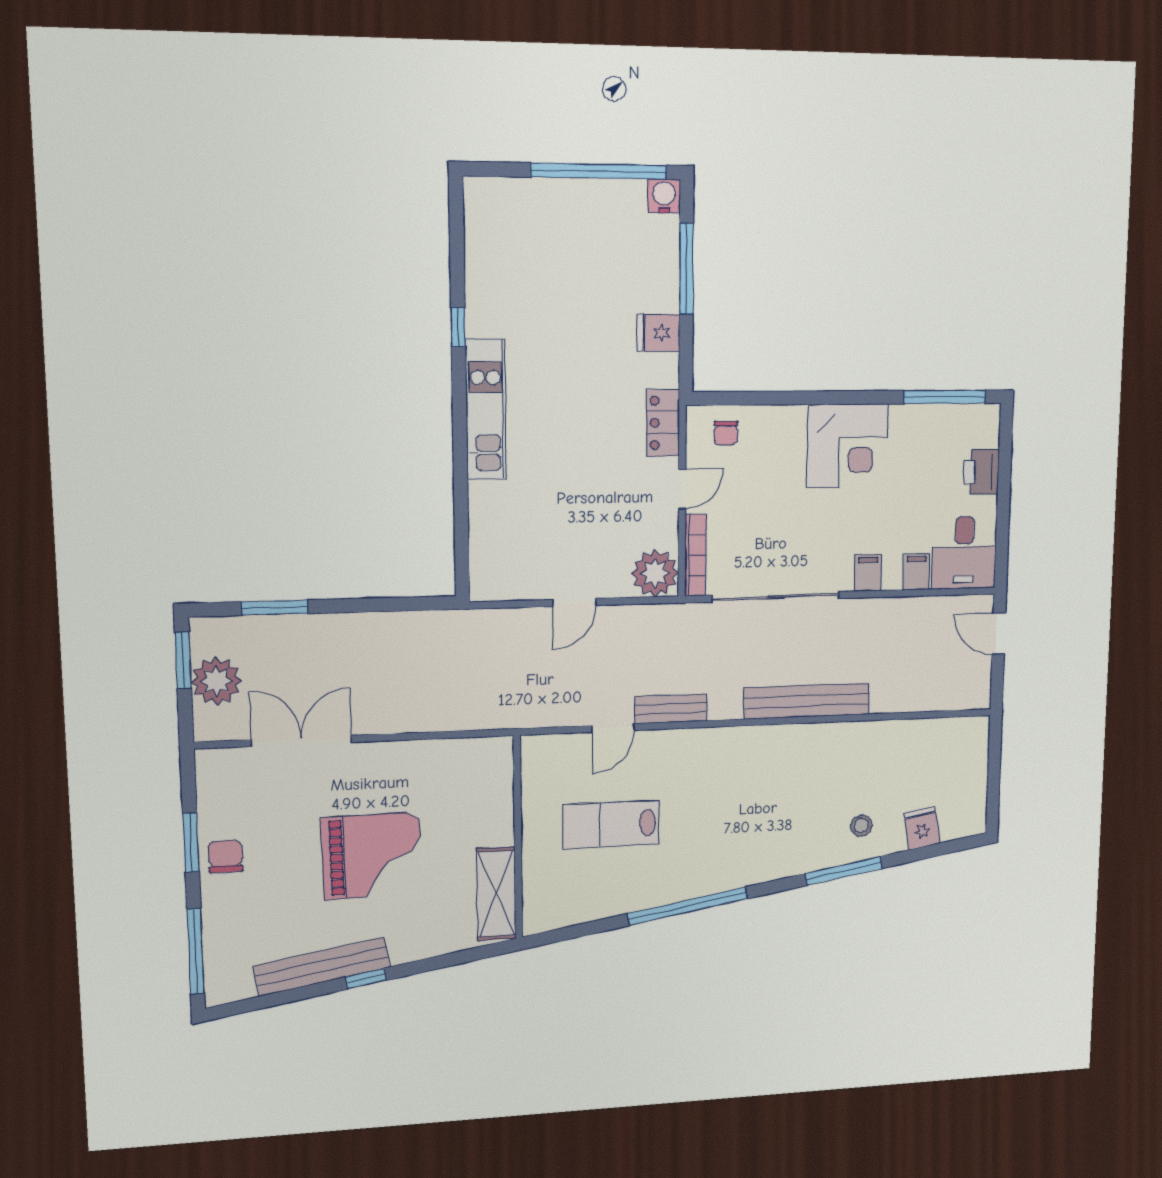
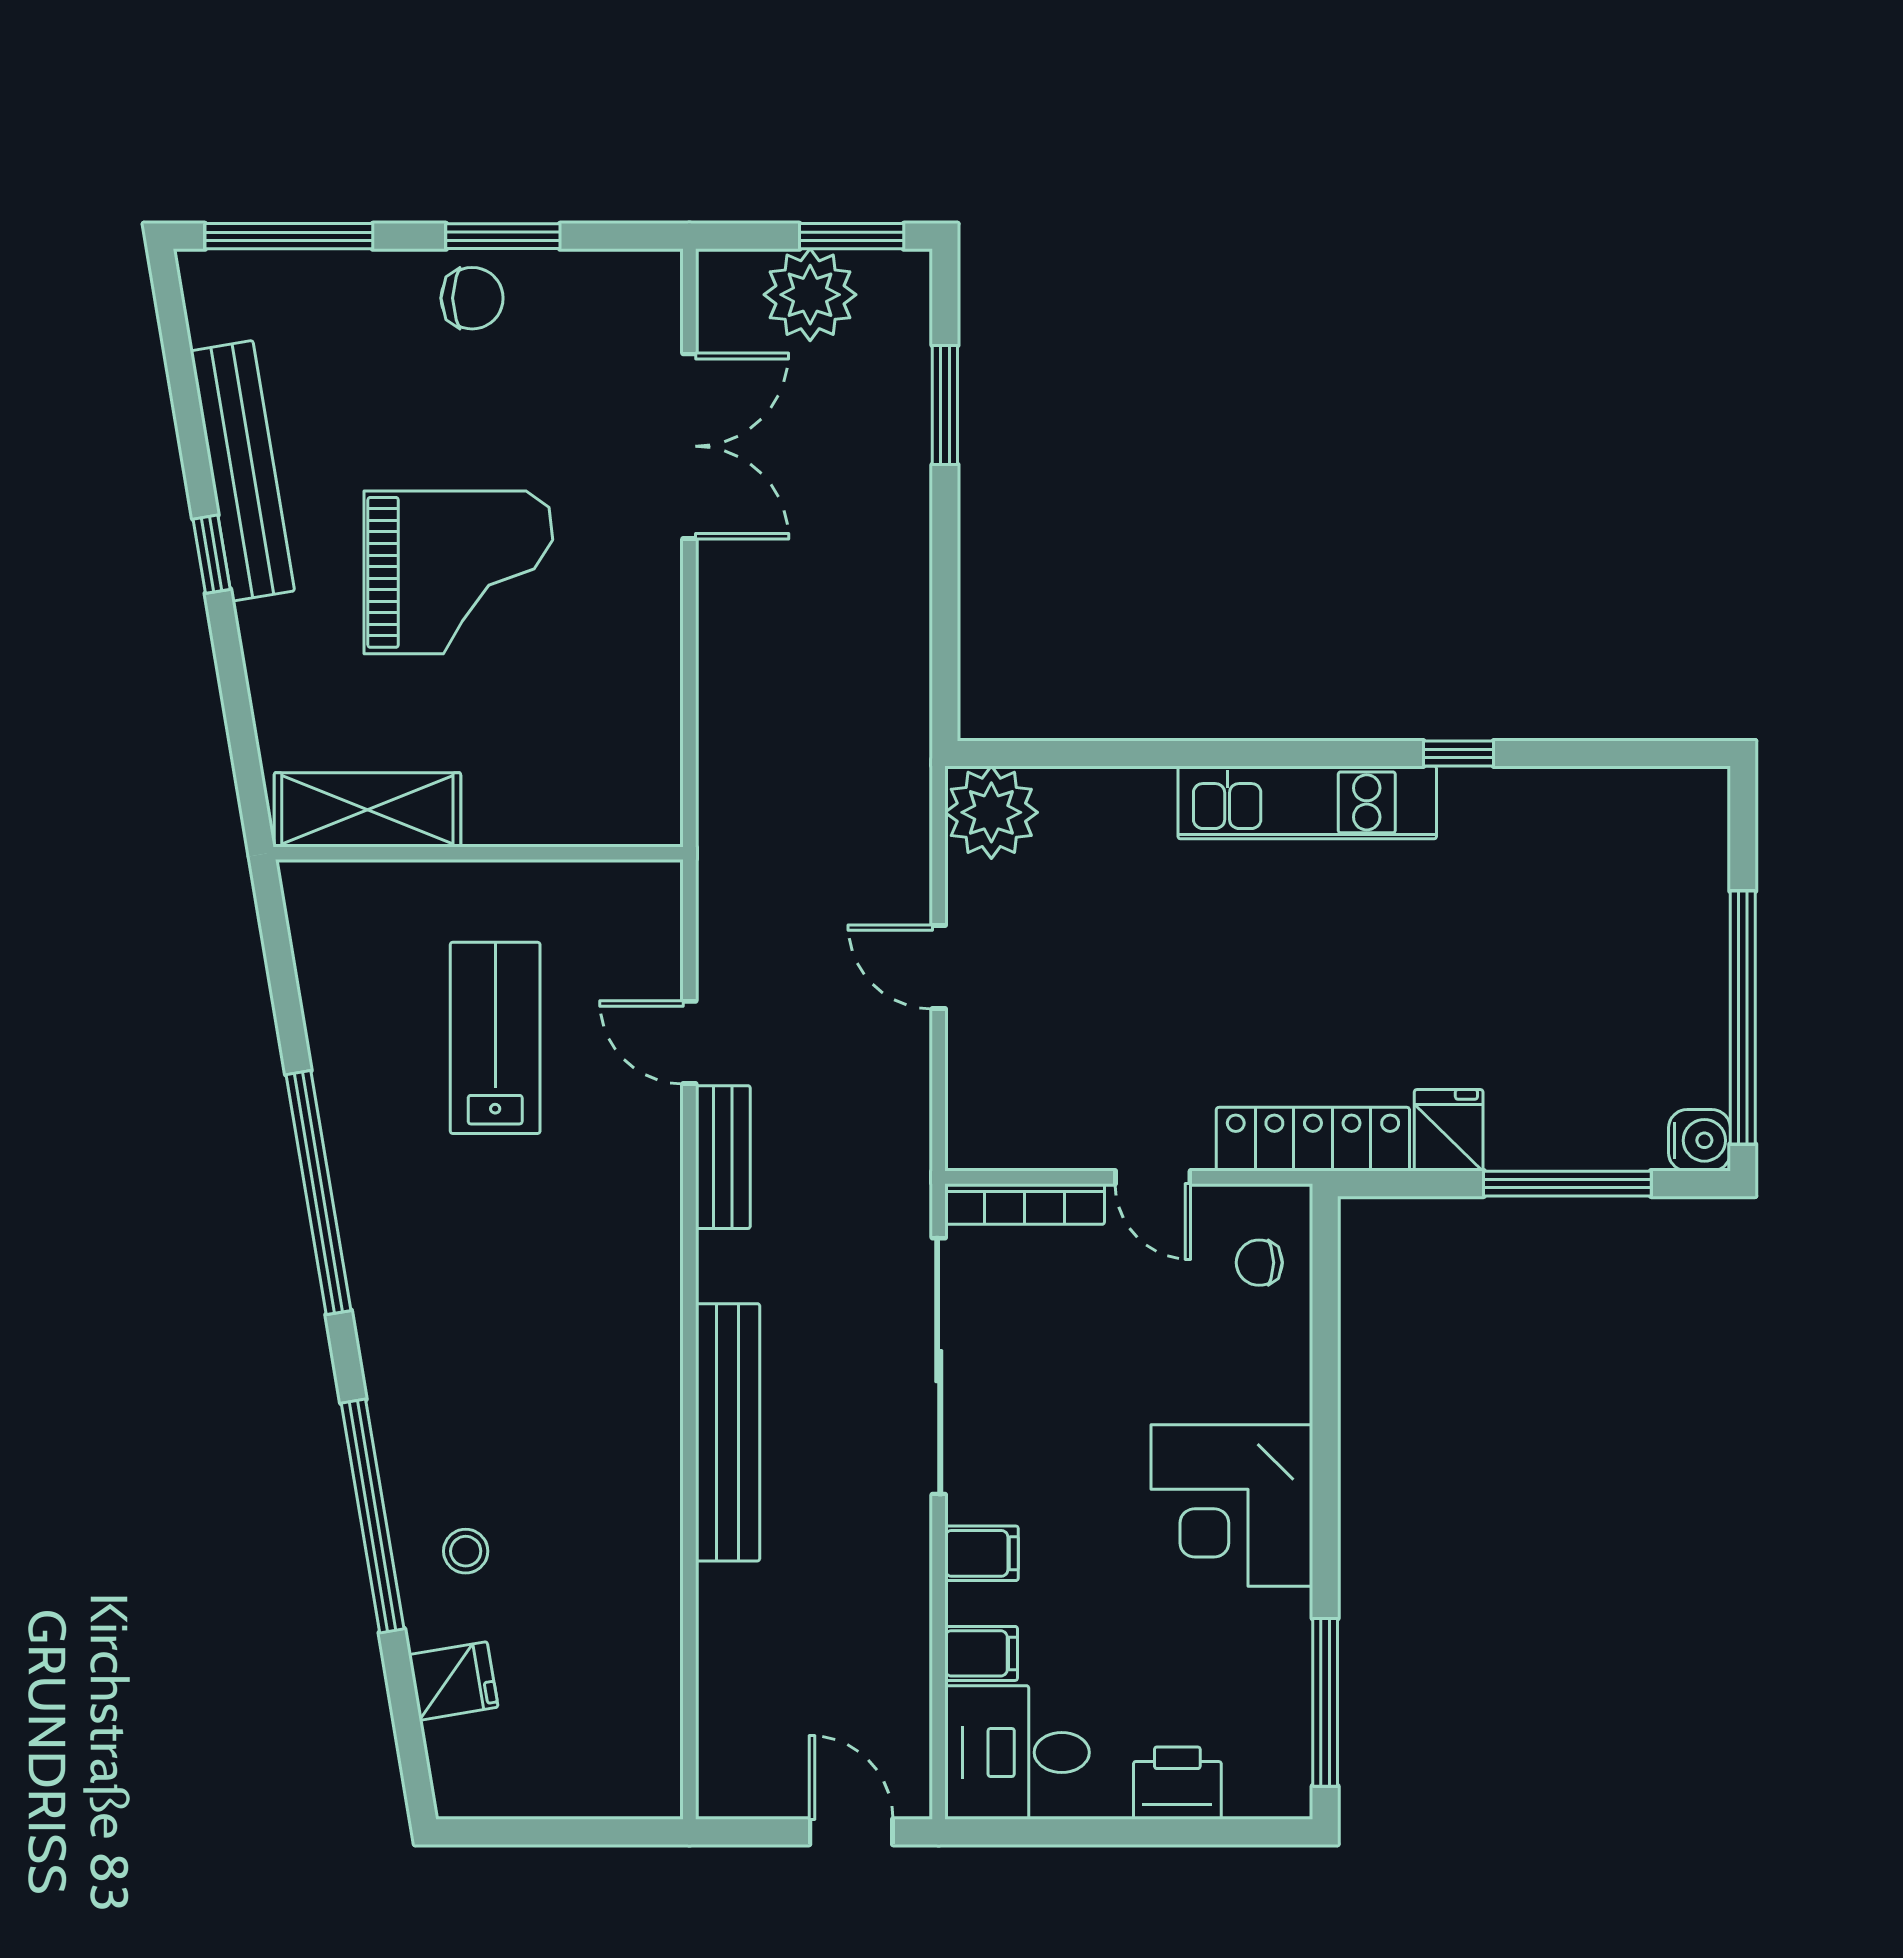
locker: (663, 423) -> (1313, 1139), width x1.53
plant: (655, 573) -> (991, 812), moved
door: (999, 633) -> (851, 1832), hinge flipped
grand piano: (372, 856) -> (458, 572), turned -89
window: (844, 871) -> (373, 1516), width x1.46

